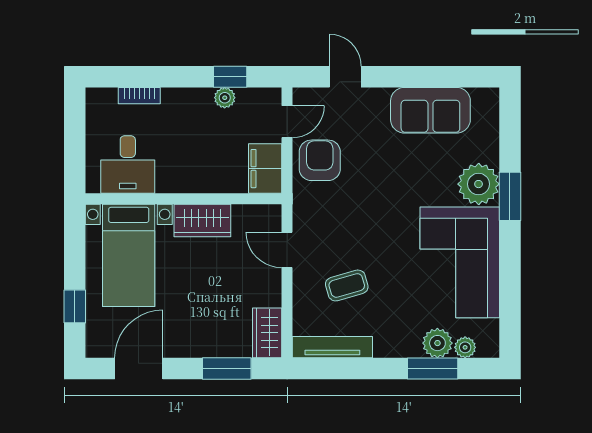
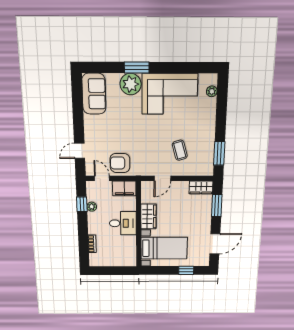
sofa: (430, 110) -> (94, 94), moved
desk: (128, 165) -> (123, 223), moved
plant: (437, 343) -> (209, 105), removed
tv unit: (332, 347) -> (209, 157), removed
door: (139, 369) -> (215, 244), swing flipped
window: (433, 369) -> (219, 153), moved

